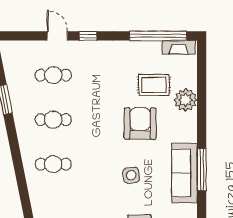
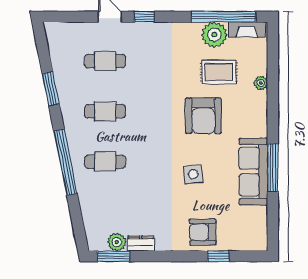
plant: (150, 52) -> (214, 35), added
plant: (186, 100) -> (261, 83), width x0.53, depth x0.53
armchair: (140, 124) -> (203, 116), turned 180
window: (18, 165) -> (65, 162), added

